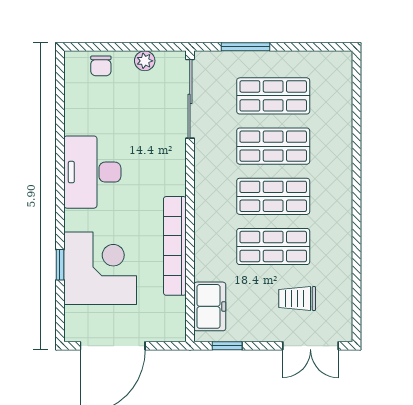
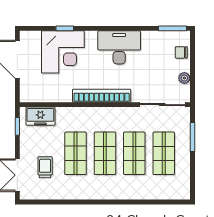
window: (60, 81) -> (172, 28), added
bookcase: (175, 246) -> (102, 96), moved

